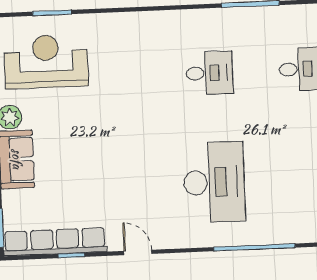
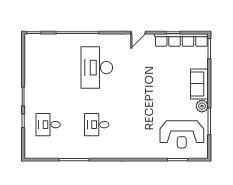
door: (138, 252) -> (138, 33), hinge flipped

